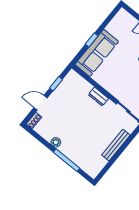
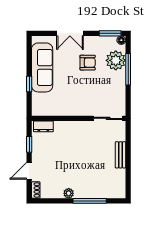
sofa: (97, 53) -> (42, 67), moved
dresser: (98, 97) -> (43, 126), moved
bench: (116, 145) -> (120, 155), width x0.73

